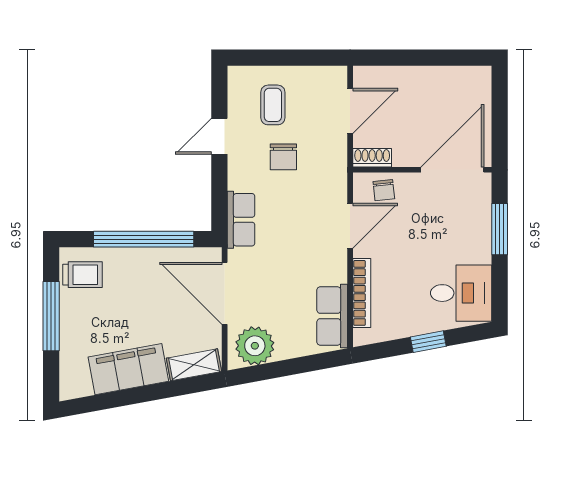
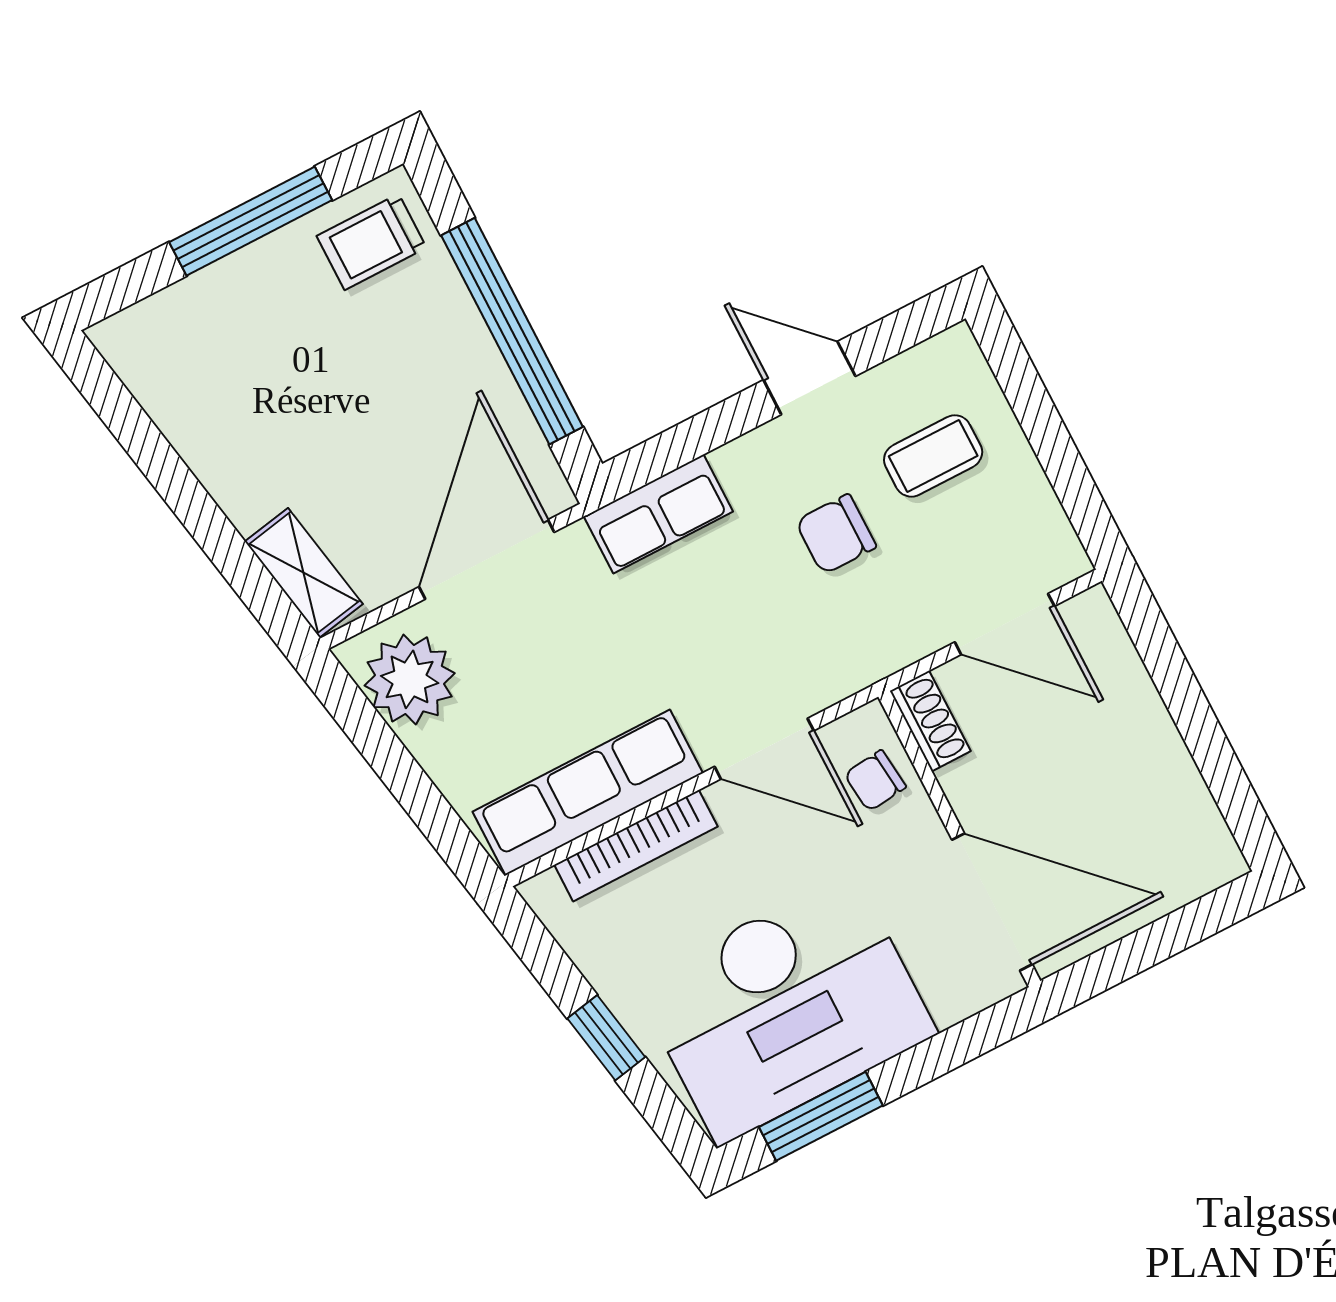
window: (500, 229) -> (821, 1116), moved
trolley: (83, 275) -> (372, 242), turned 90
desk: (461, 293) -> (785, 1008), width x1.87, depth x1.30
row of seats: (332, 316) -> (588, 792), width x1.48
filing cabinet: (128, 369) -> (224, 440), removed

